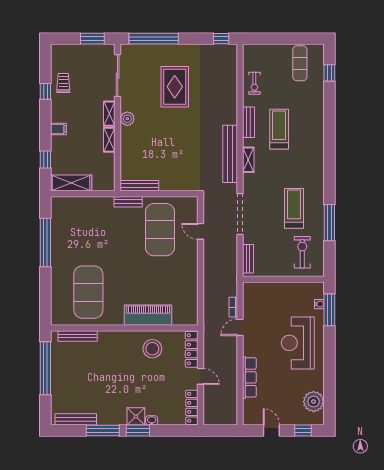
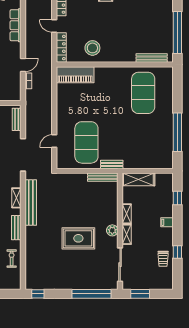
rug: (175, 87) -> (78, 238), moved, turned 90
shelving: (71, 183) -> (138, 179), moved
door: (200, 231) -> (54, 141), swing flipped
piano: (148, 315) -> (75, 75), moved

